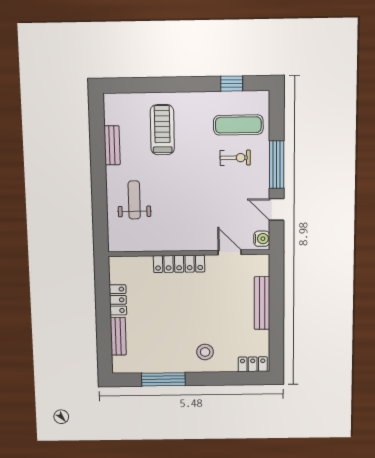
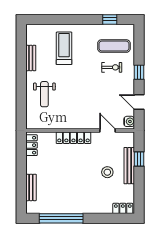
window: (277, 165) -> (139, 72), width x0.46
weight bench: (134, 200) -> (44, 94), turned 180
window: (276, 293) -> (139, 159), added
locker: (118, 300) -> (31, 145), moved
stool: (205, 352) -> (107, 172), moved
window: (163, 379) -> (61, 218), width x1.46

